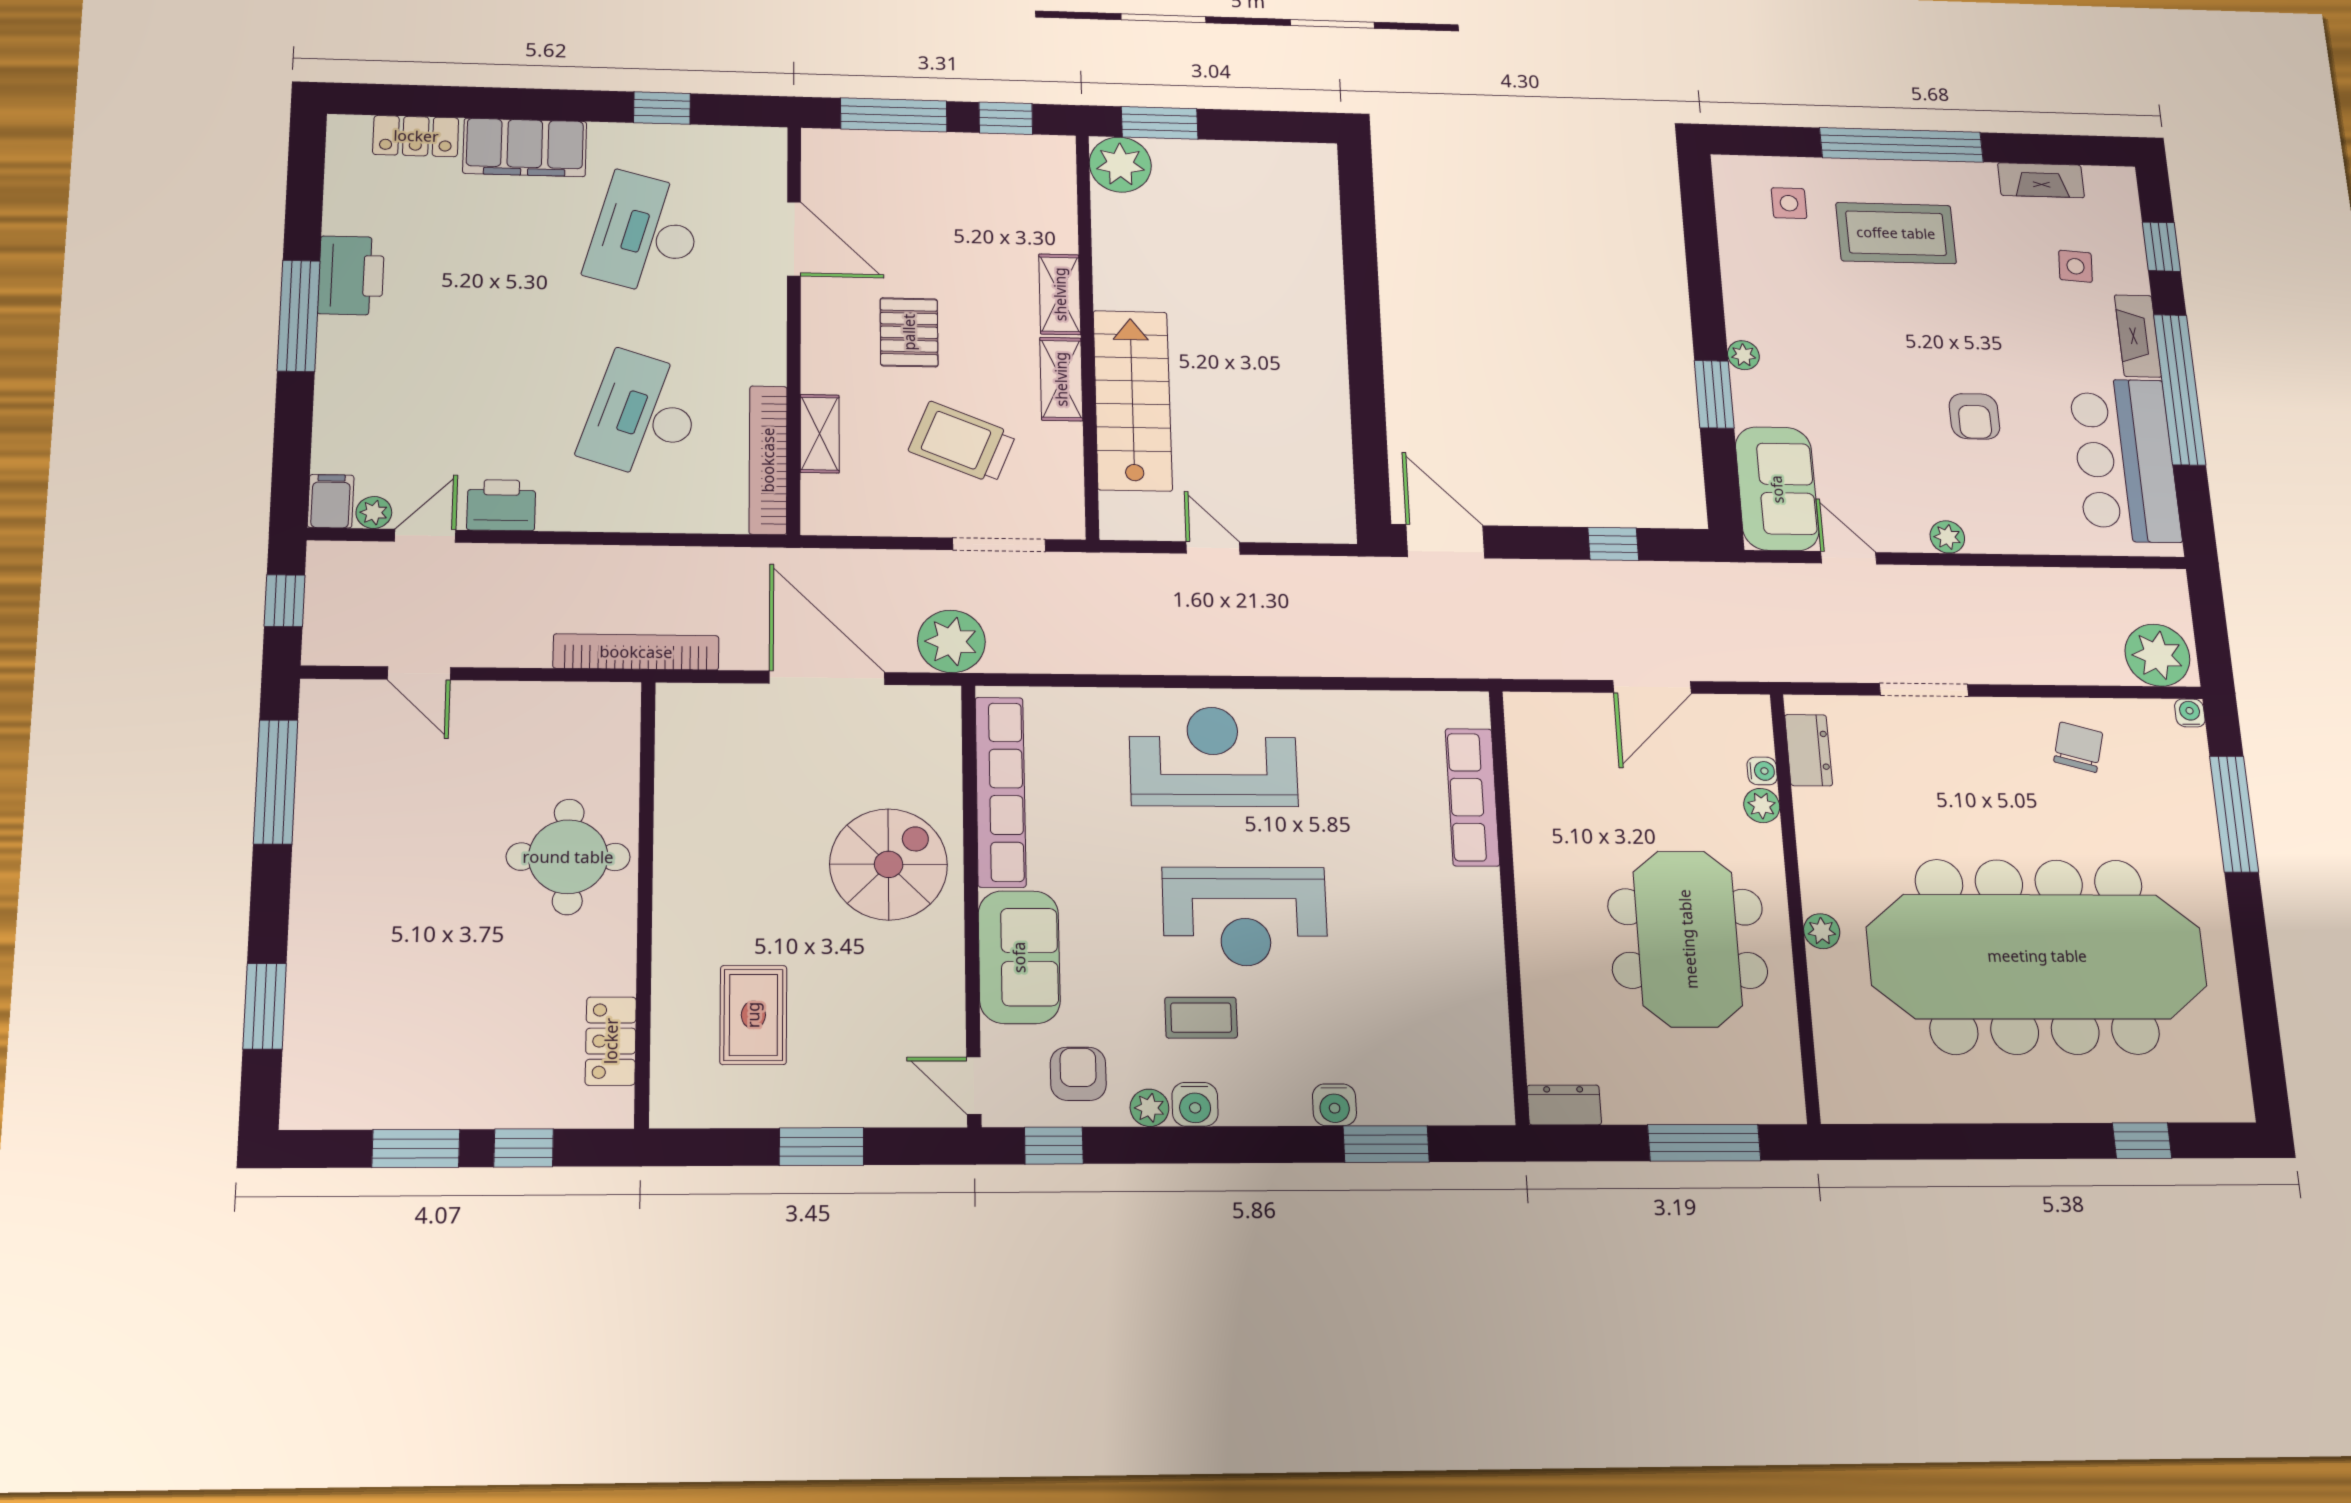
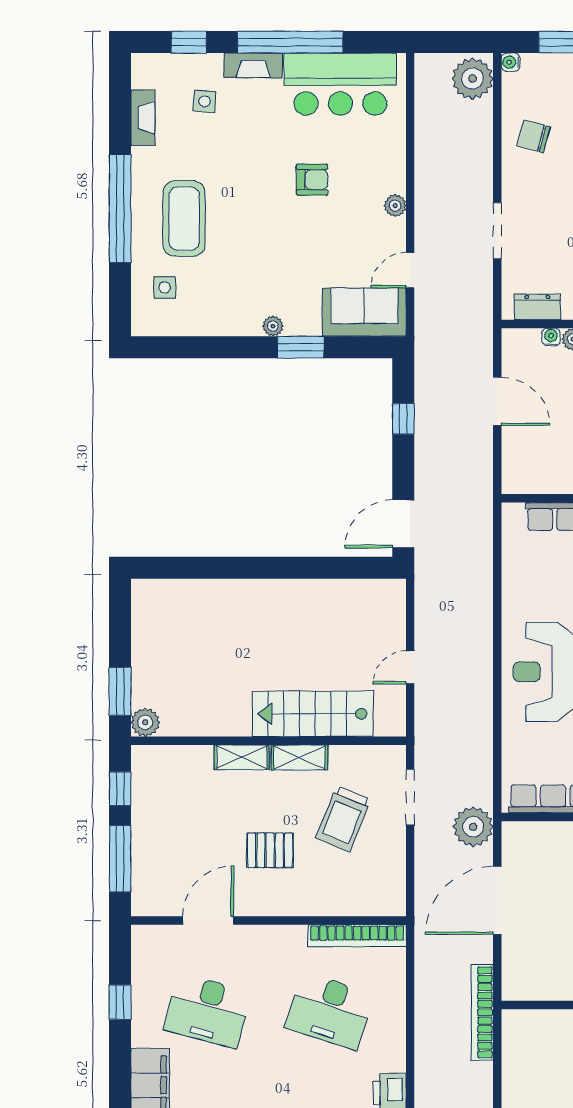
plant: (1120, 165) -> (145, 722), width x0.73, depth x0.73
shelving: (820, 434) -> (339, 905), removed

